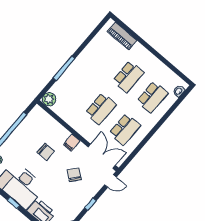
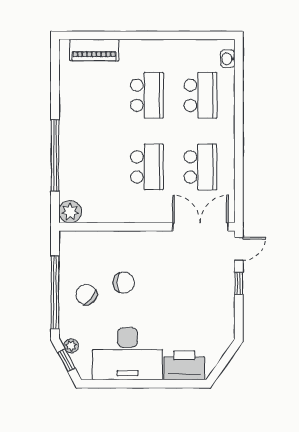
window: (64, 68) -> (55, 155), width x1.46
filing cabinet: (72, 143) -> (147, 243), removed
chair: (74, 175) -> (86, 295), moved
window: (14, 203) -> (139, 384), removed
window: (90, 204) -> (239, 283), moved

